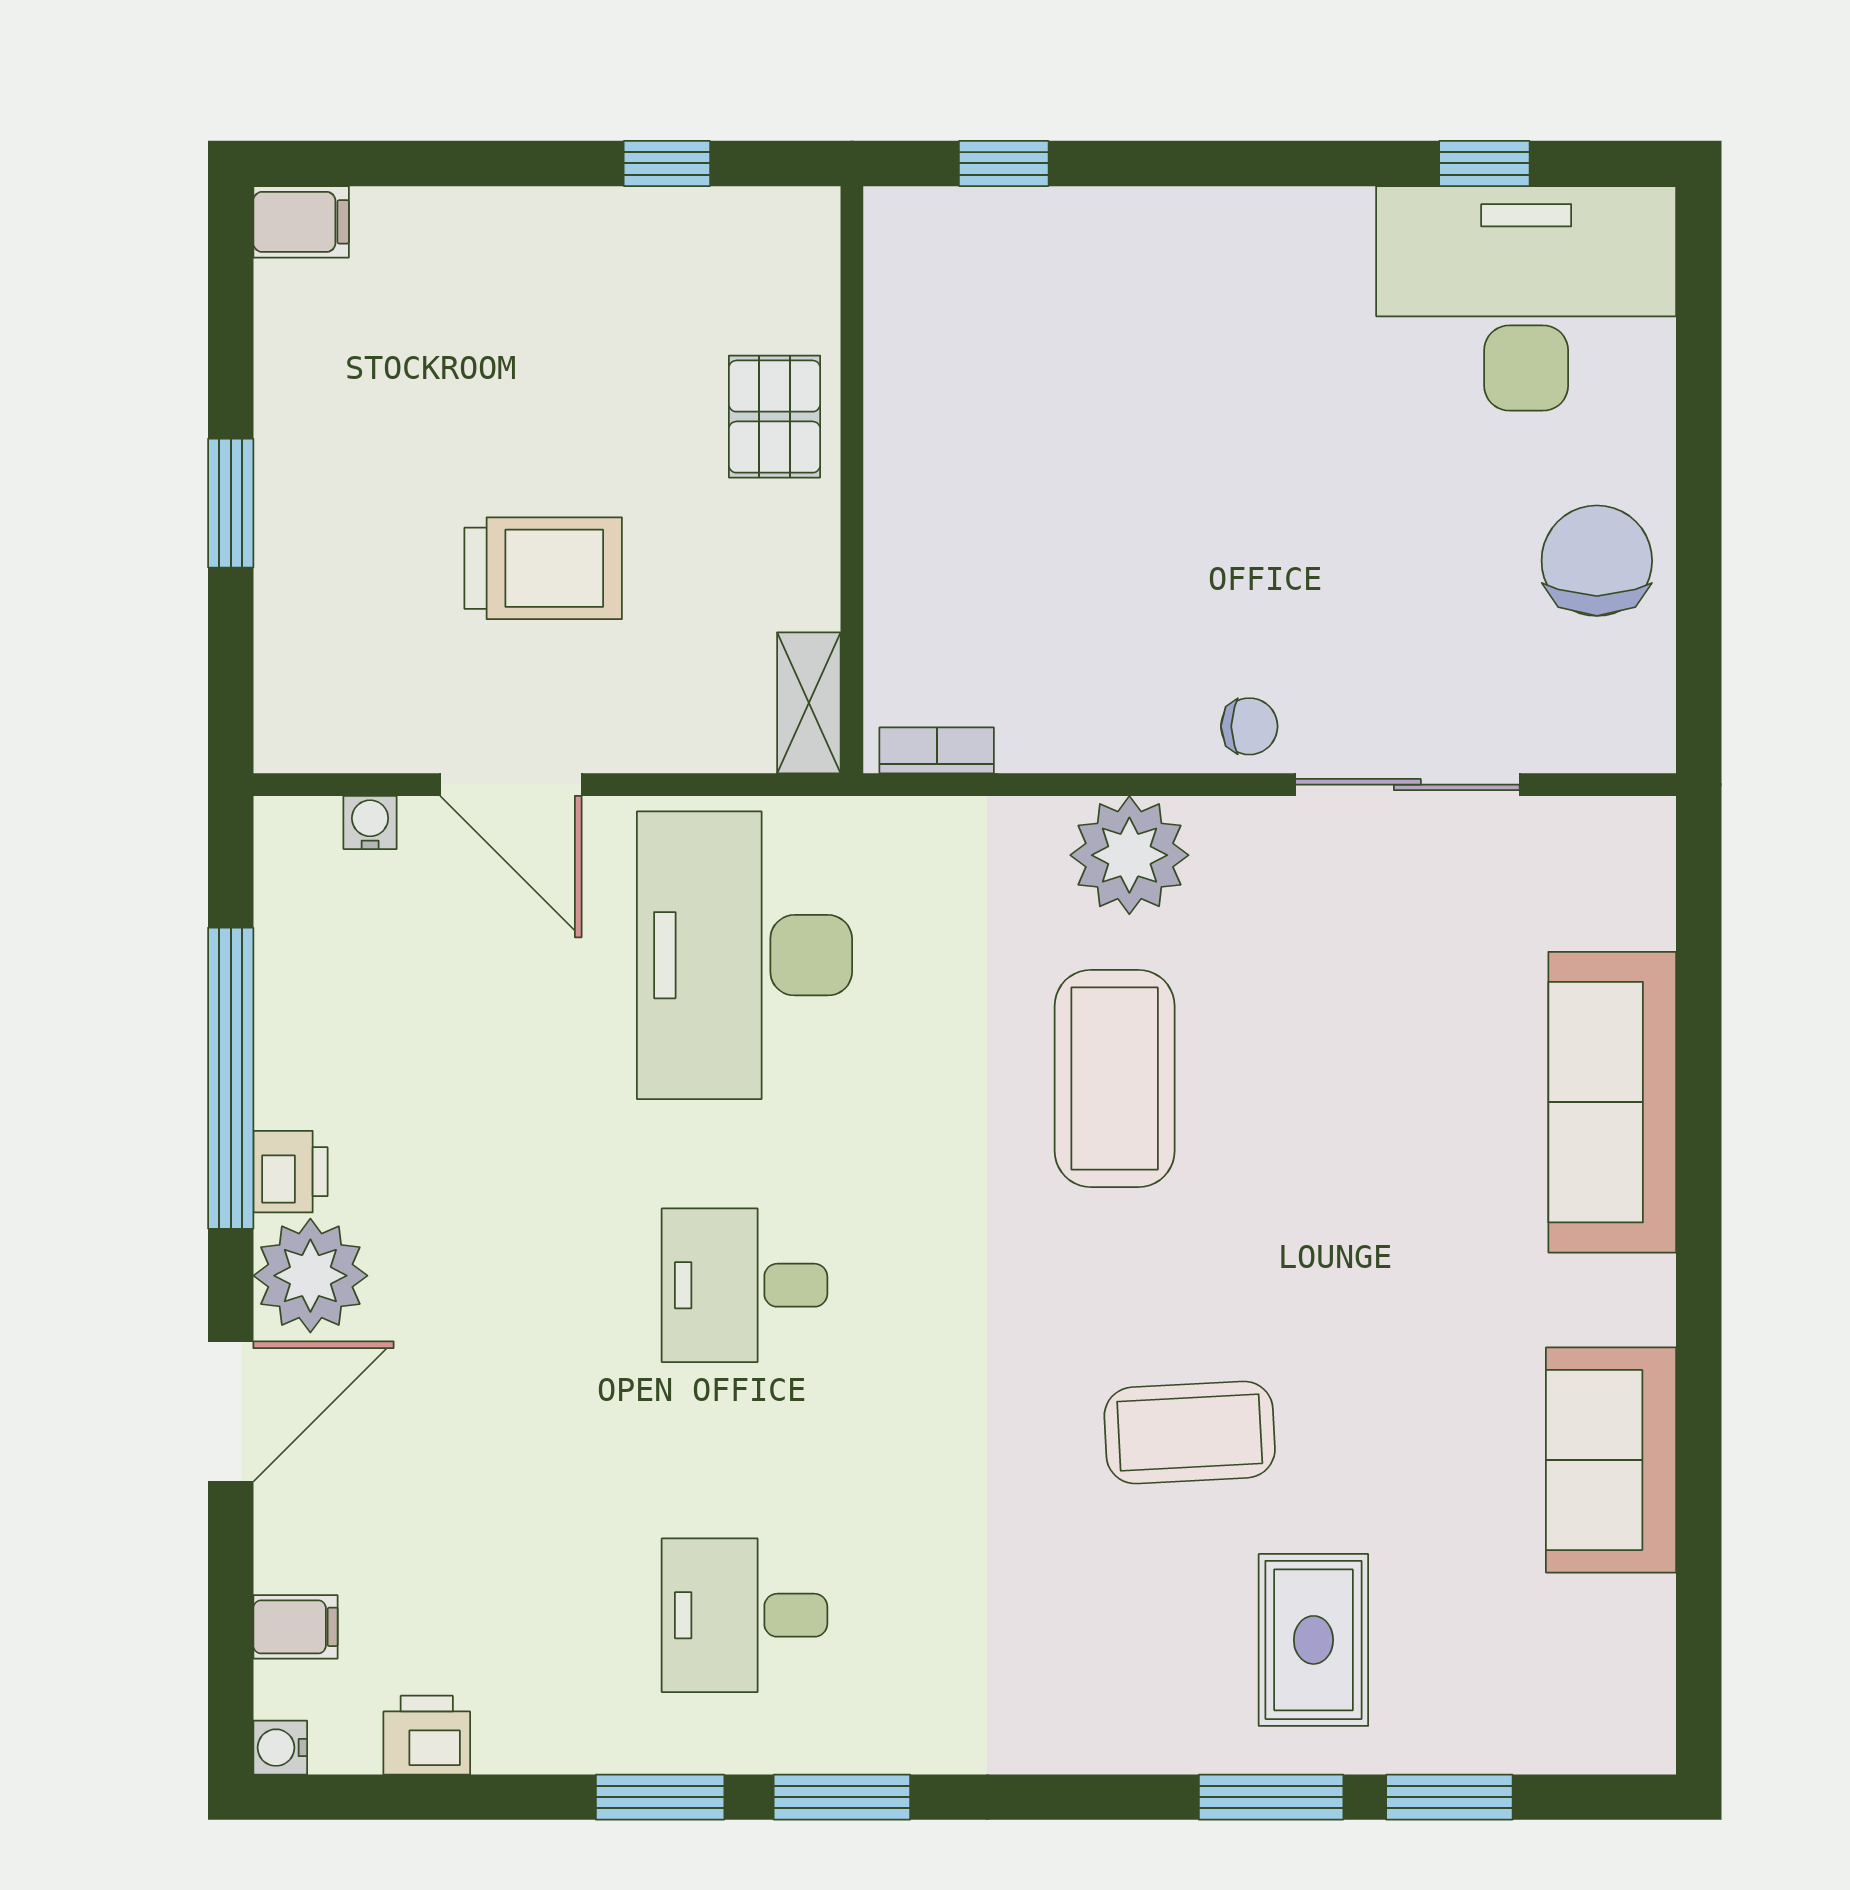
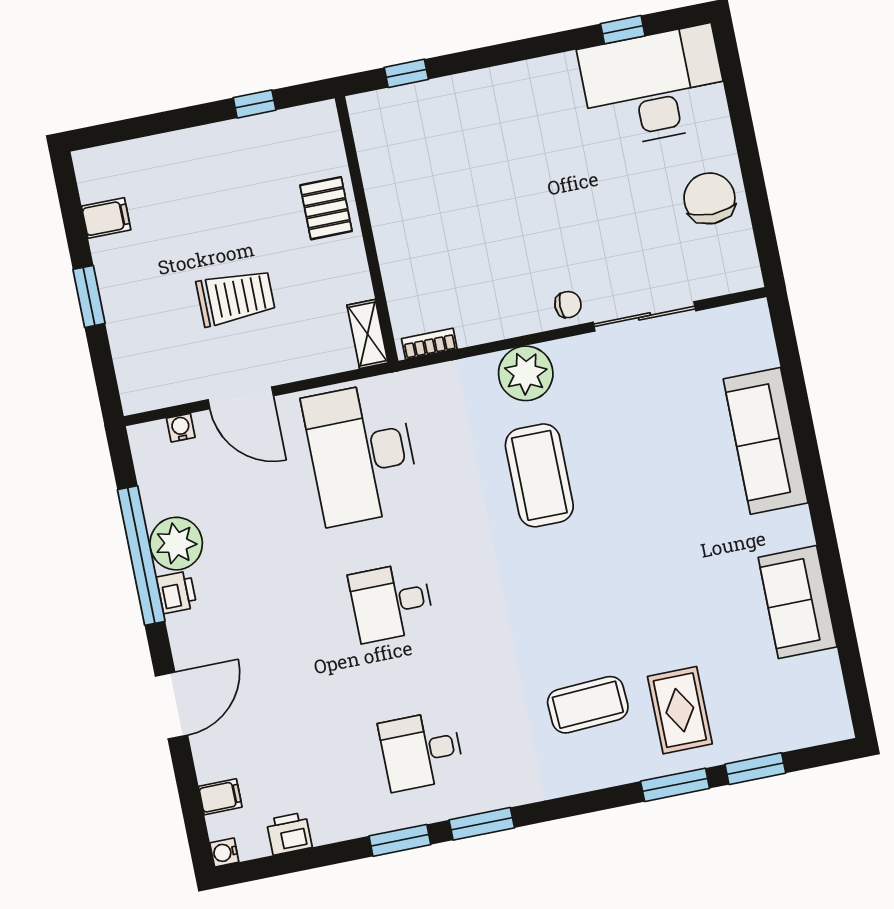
filing cabinet: (301, 222) -> (106, 218), moved
plant: (310, 1276) -> (176, 544), moved
coffee table: (1190, 1432) -> (588, 705), moved

